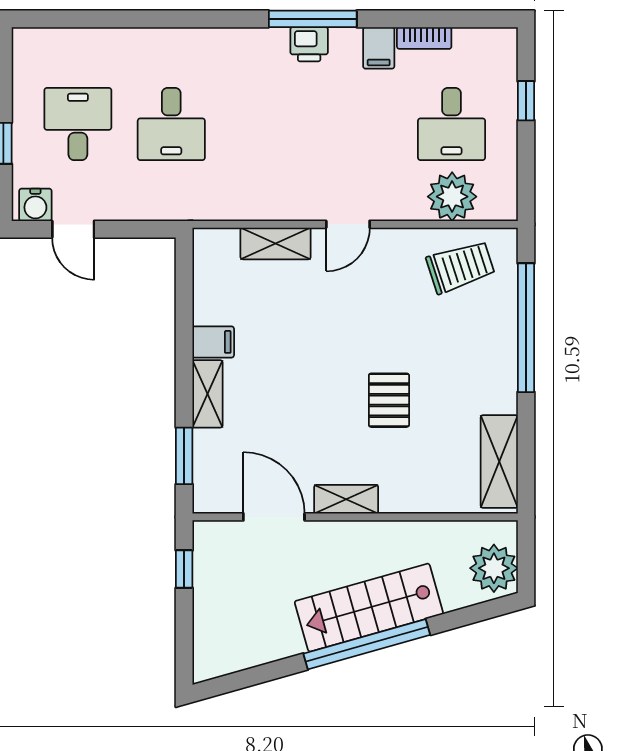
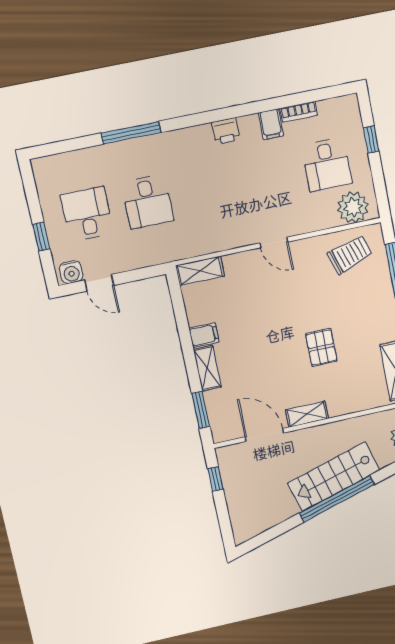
window: (313, 19) -> (131, 133), moved
plant: (452, 197) -> (353, 207), moved
door: (348, 224) -> (274, 242), hinge flipped
shelving: (276, 243) -> (200, 271), moved

